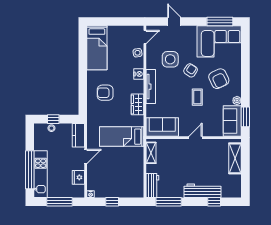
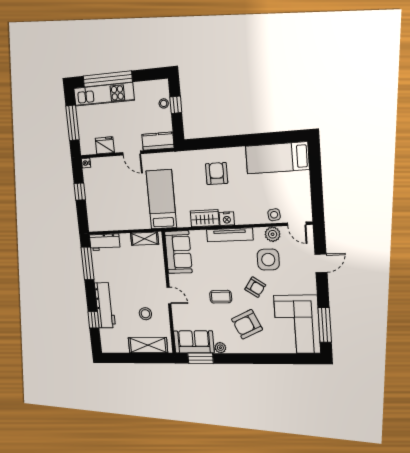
plant: (152, 55) -> (273, 234), added
nightstand: (139, 74) -> (227, 219), moved
stool: (210, 158) -> (145, 314), added

